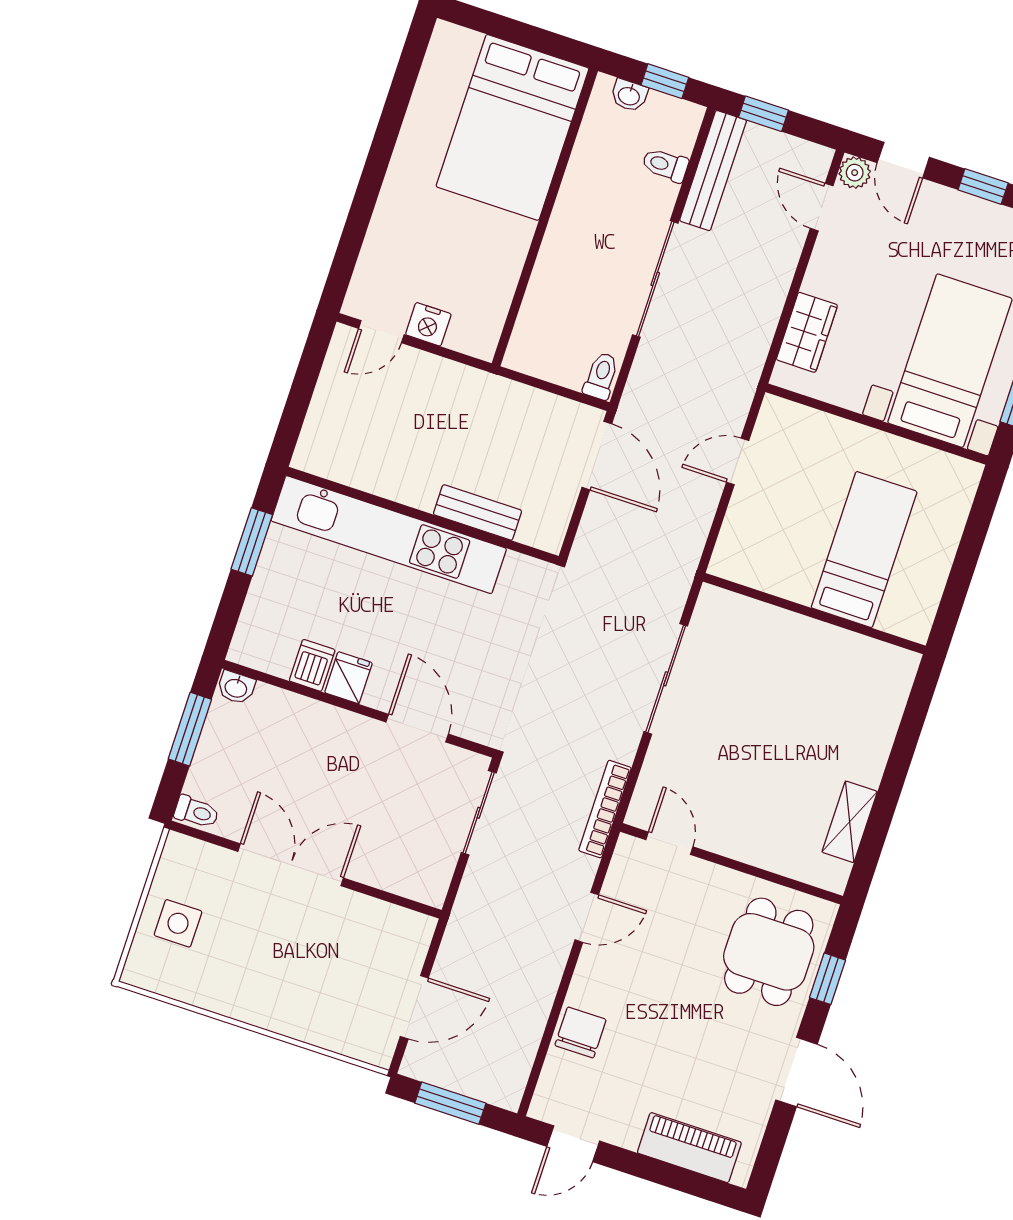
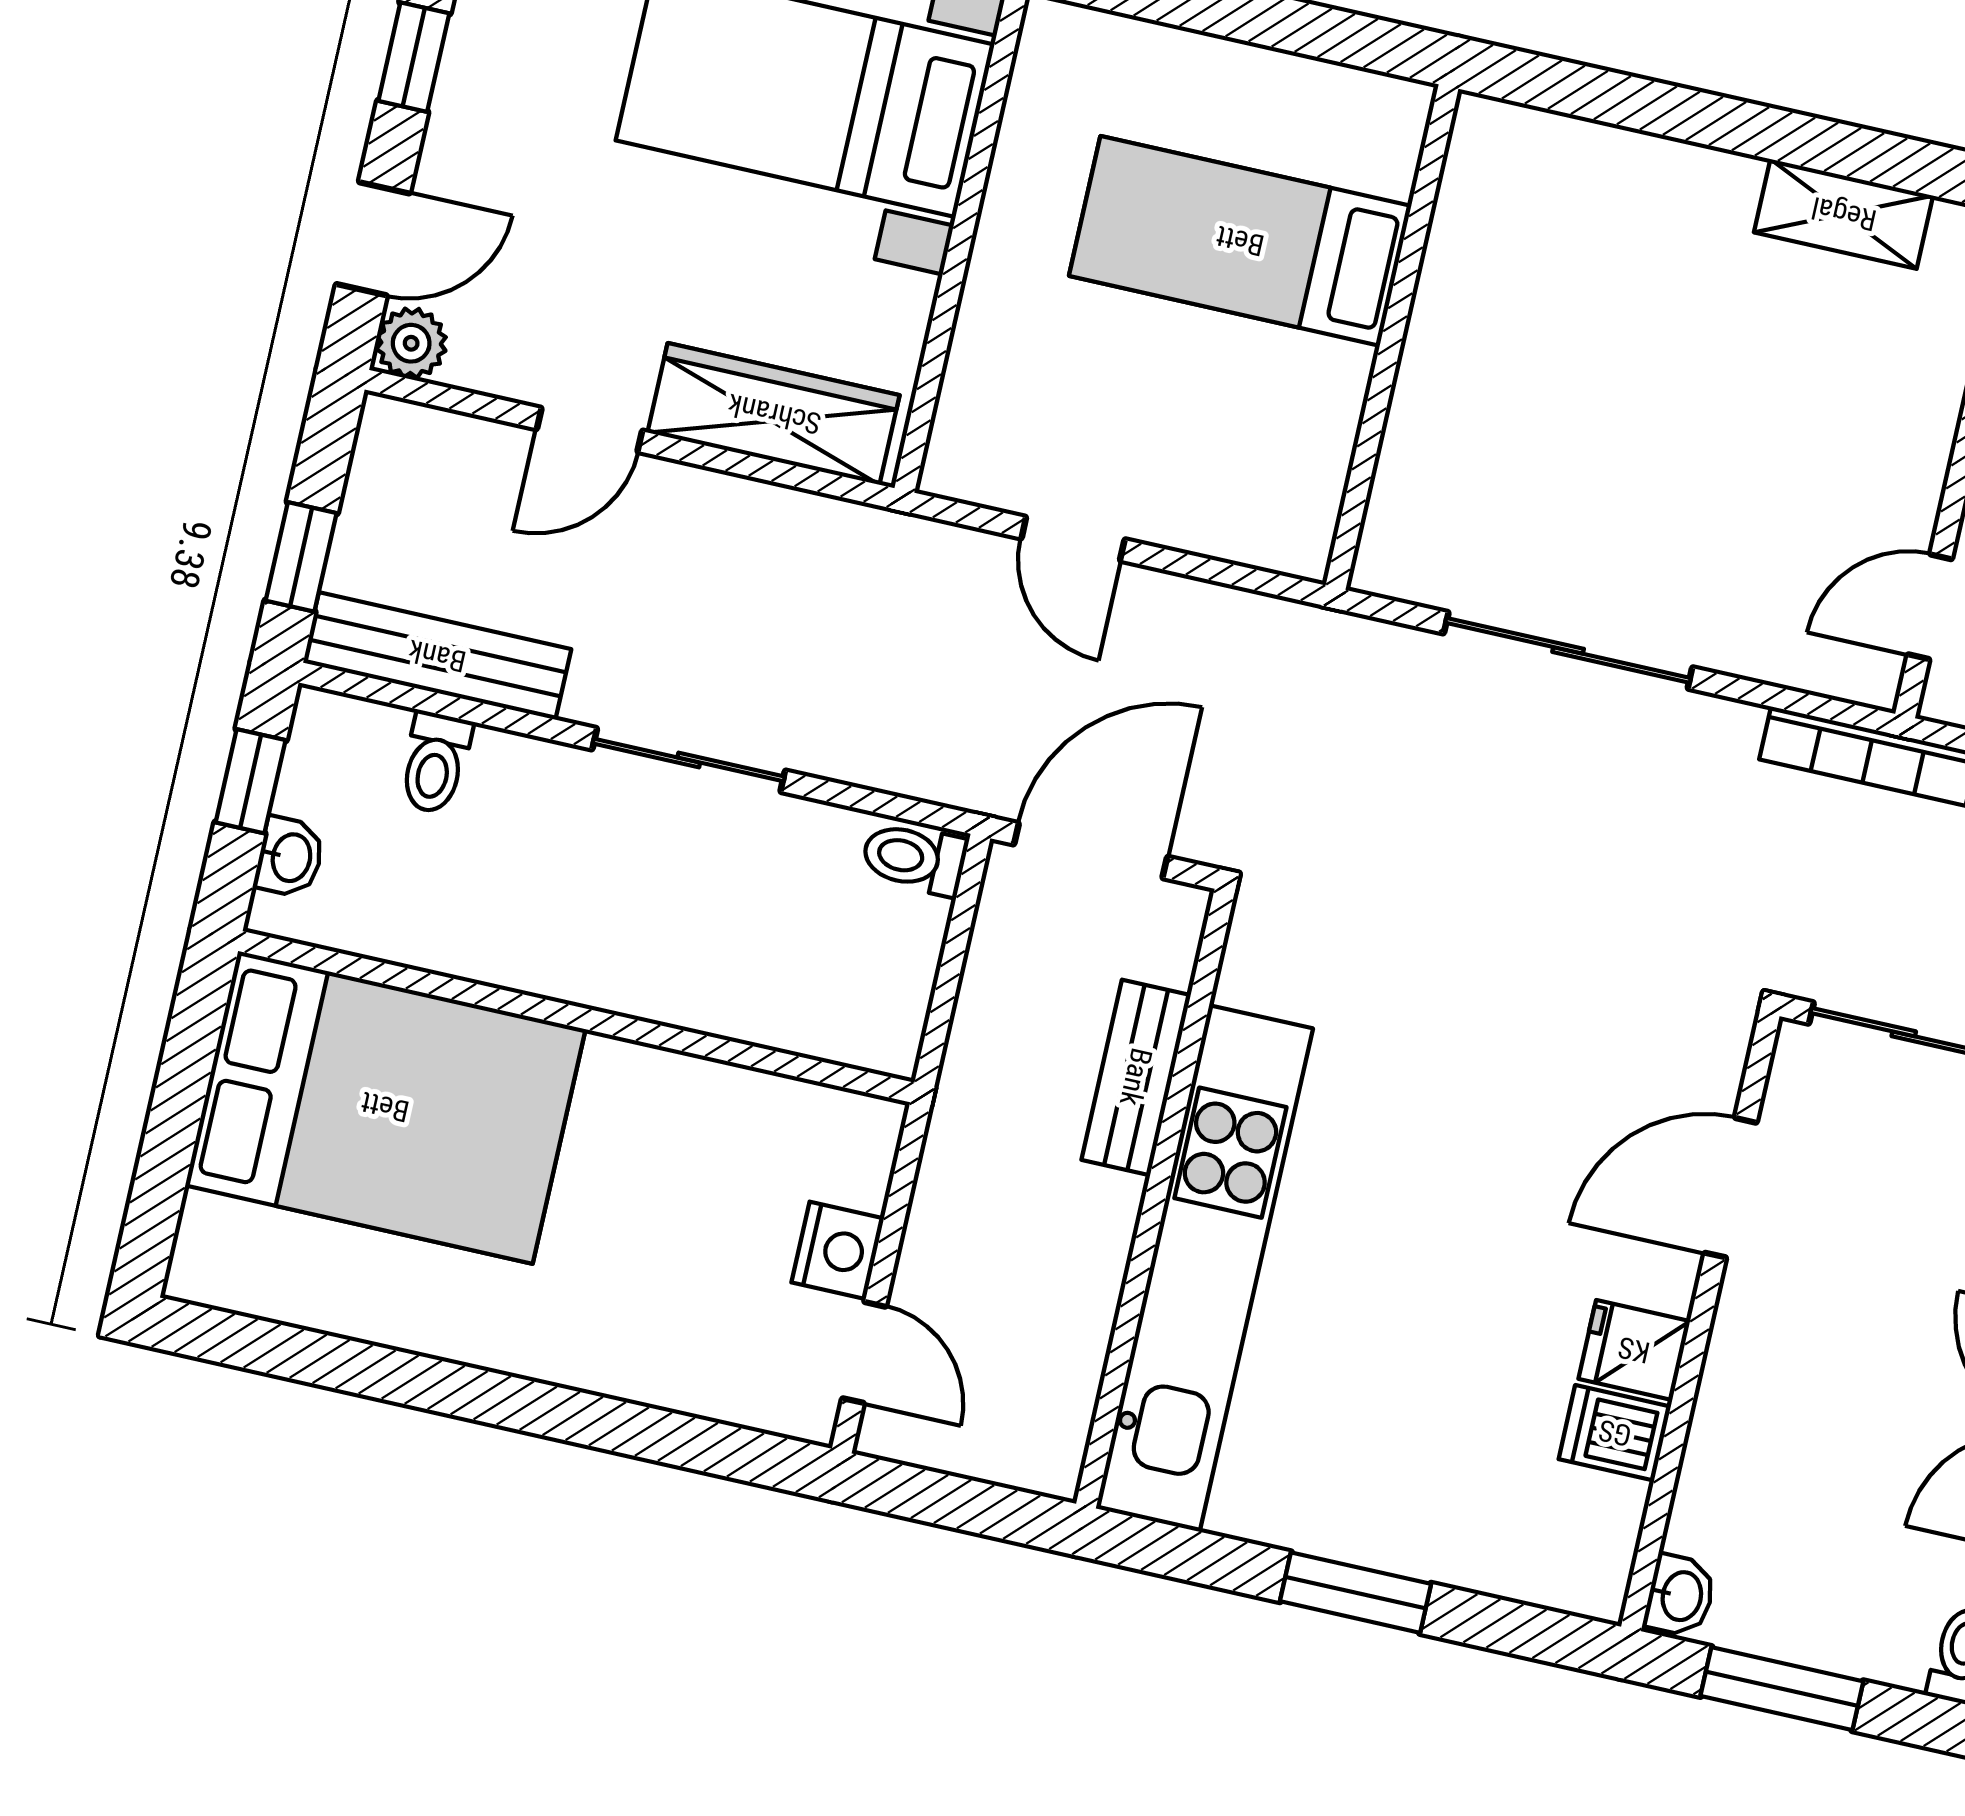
door: (822, 207) -> (589, 430), moved
sliding door: (655, 279) -> (689, 760), width x0.73
wardrobe: (807, 332) -> (774, 414), width x1.50
bench: (478, 512) -> (1136, 1077), moved
wall: (422, 516) -> (1155, 1199), moved
kitchen unit: (389, 535) -> (1204, 1268), moved

